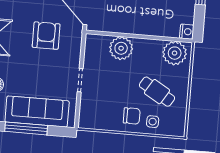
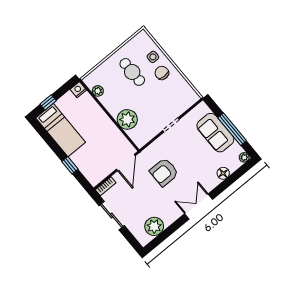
plant: (175, 53) -> (98, 91), width x0.53, depth x0.53
cafe table: (157, 92) -> (132, 72), turned -31
sofa: (37, 111) -> (215, 133), width x0.73

